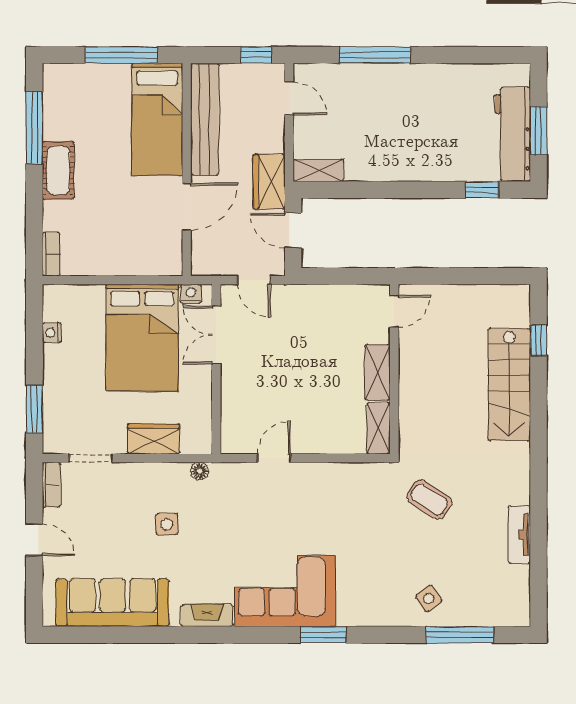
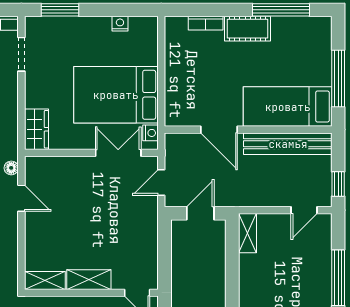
wardrobe: (269, 182) -> (238, 194), removed
bookcase: (51, 254) -> (206, 23), moved
wardrobe: (153, 439) -> (36, 129), moved
floor lamp: (200, 471) -> (11, 168), moved

